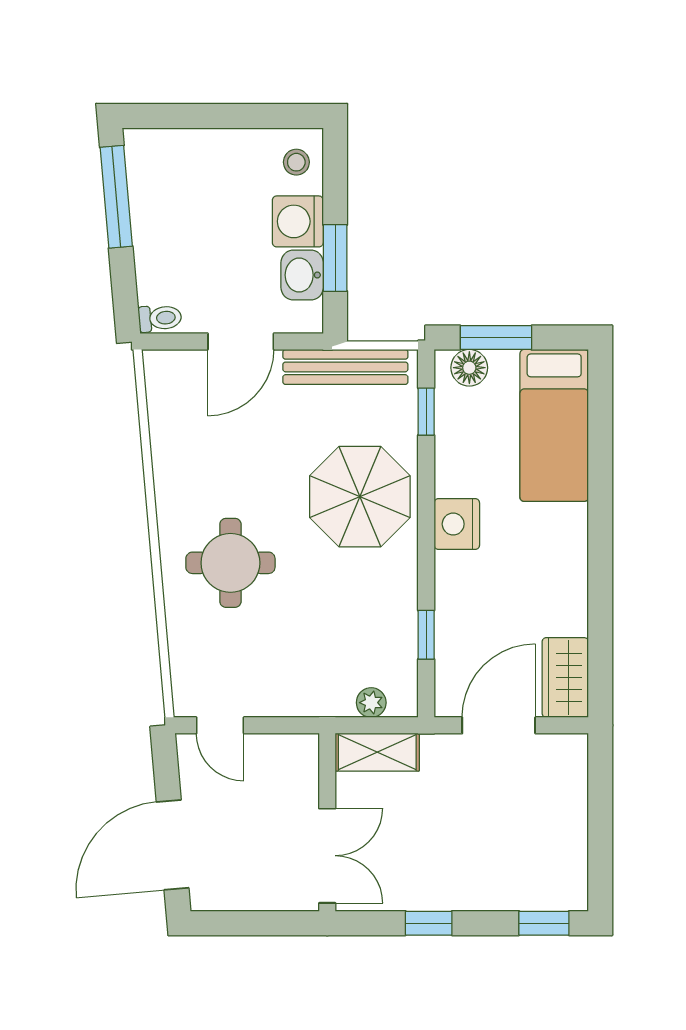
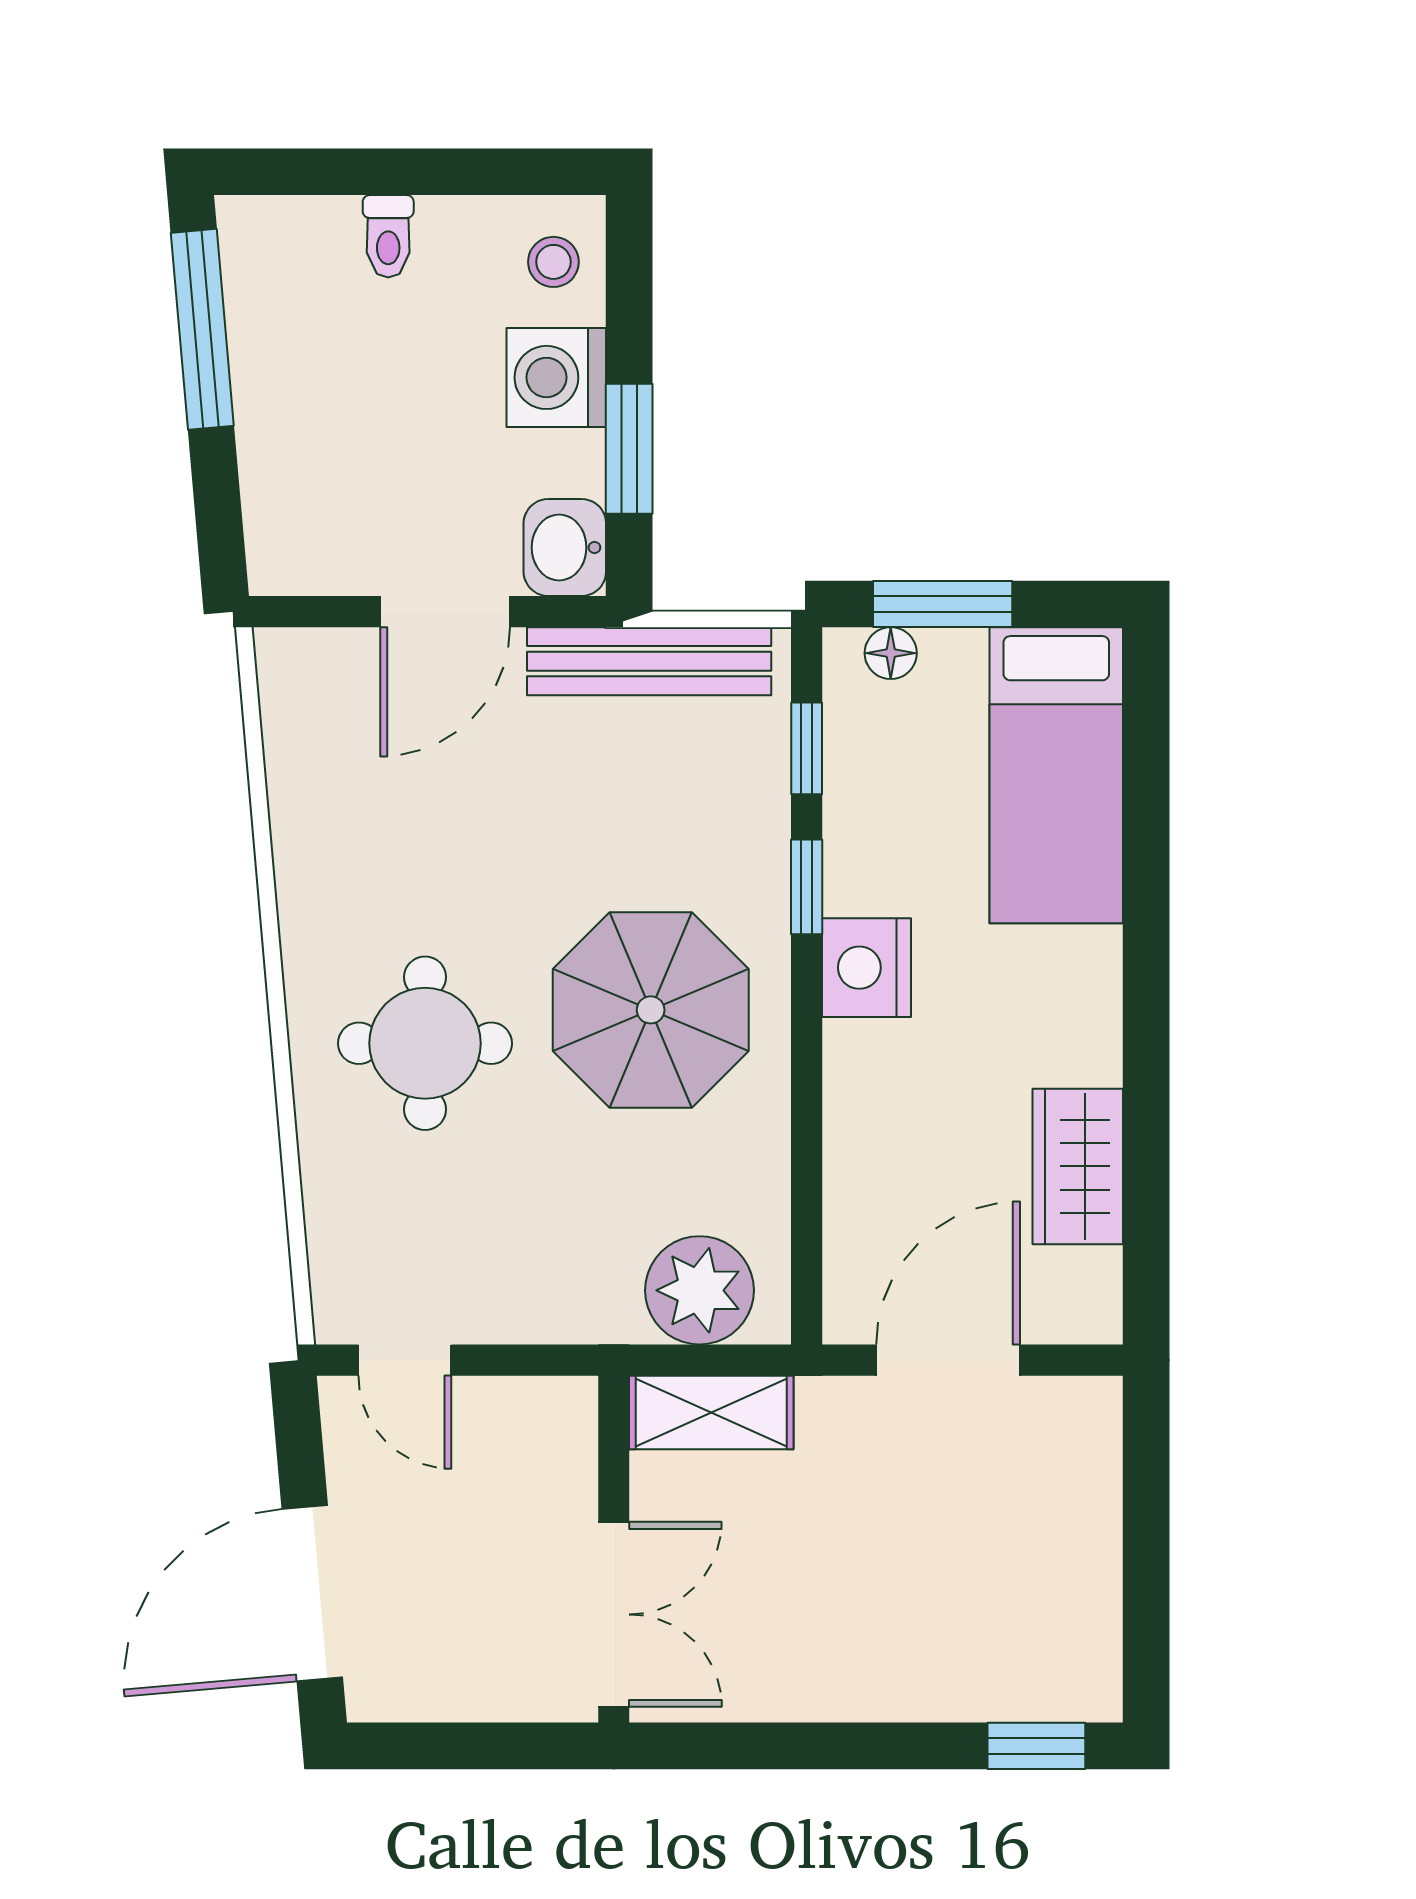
washbasin: (302, 275) -> (565, 548), moved
toilet: (160, 318) -> (388, 236), moved, turned 95
floor lamp: (469, 368) -> (891, 653), width x0.73, depth x0.73
parasol: (360, 497) -> (651, 1010), moved
window: (426, 635) -> (807, 887), moved
wardrobe: (565, 677) -> (1078, 1166), moved
plant: (371, 703) -> (699, 1290), width x1.87, depth x1.87
window: (429, 923) -> (812, 1746), removed

